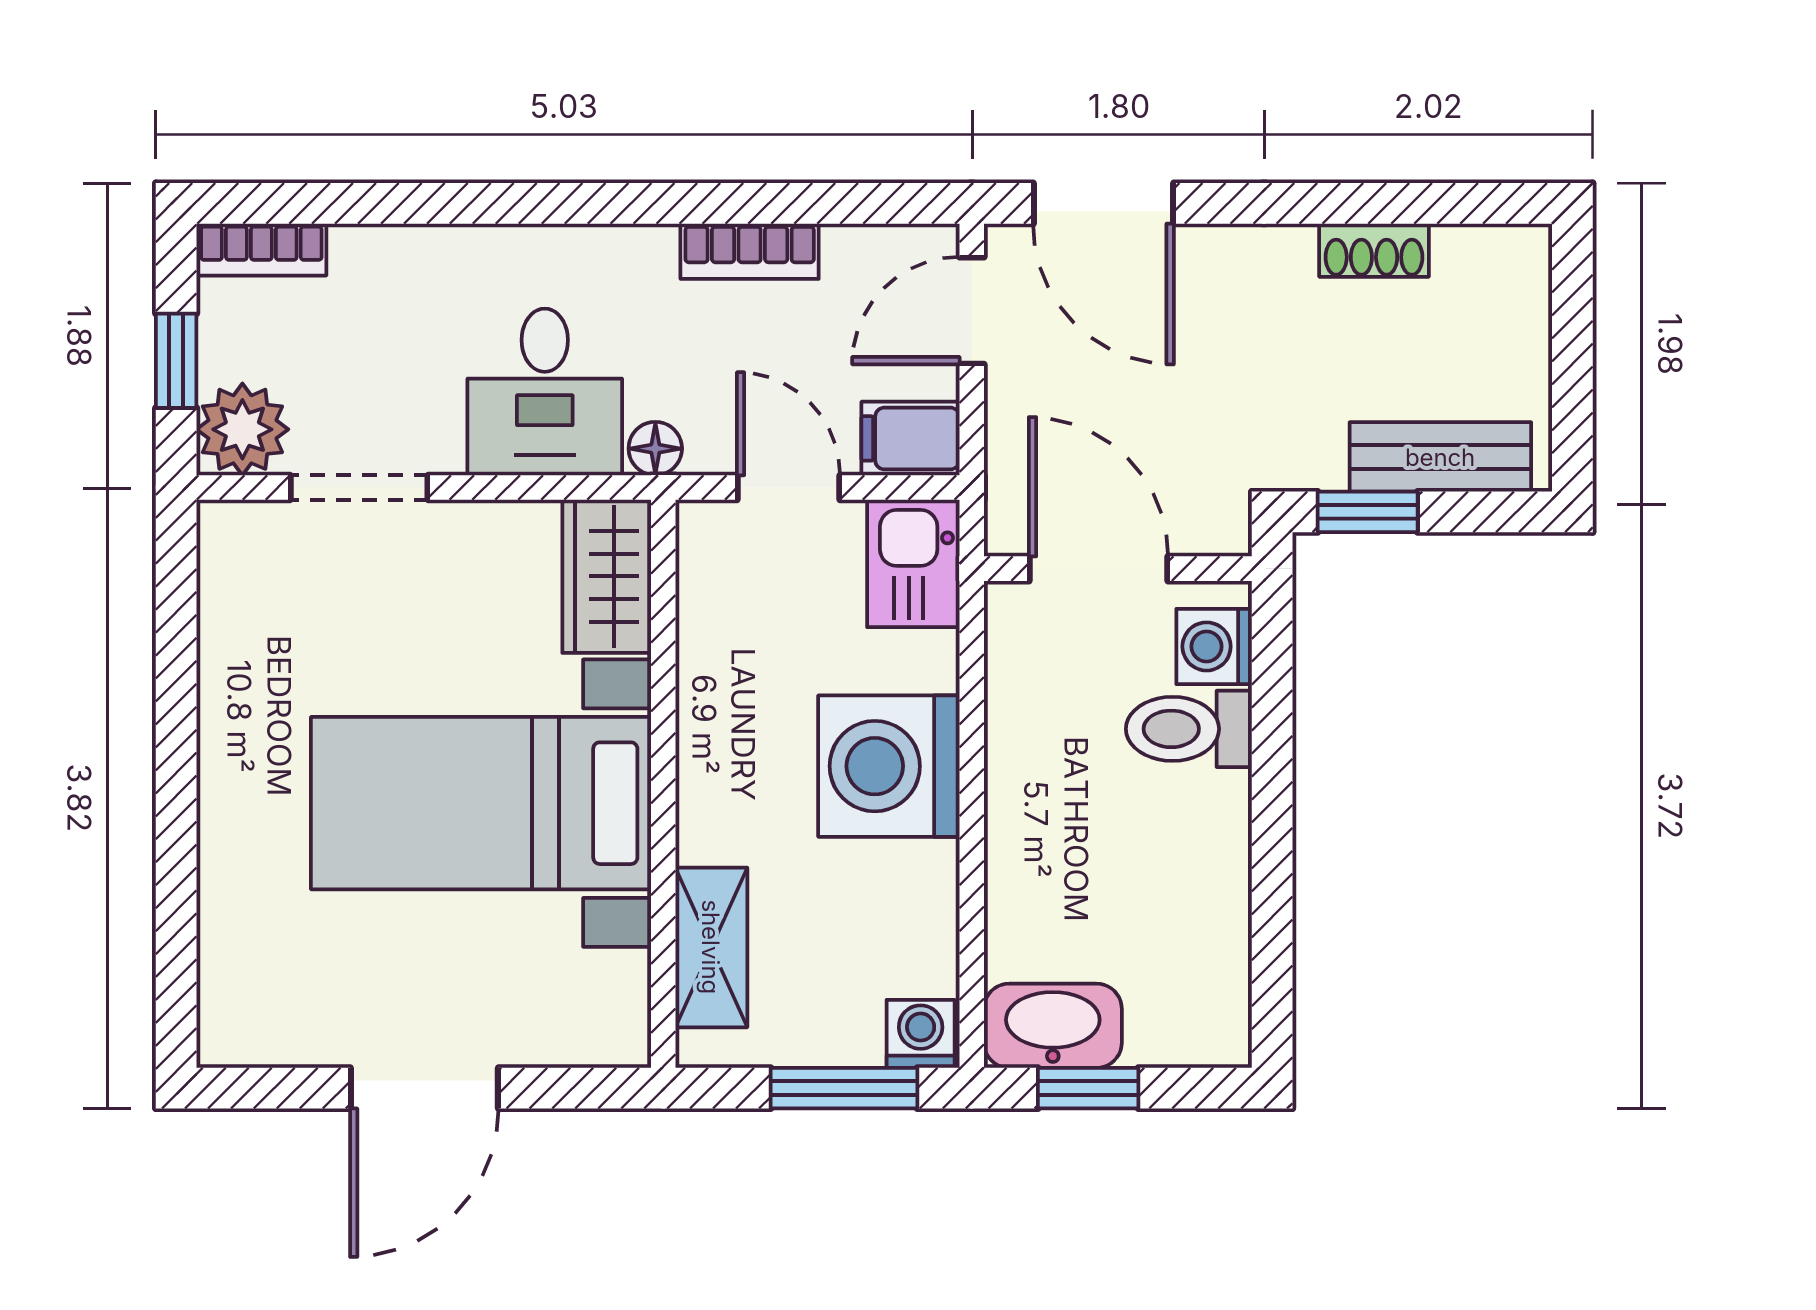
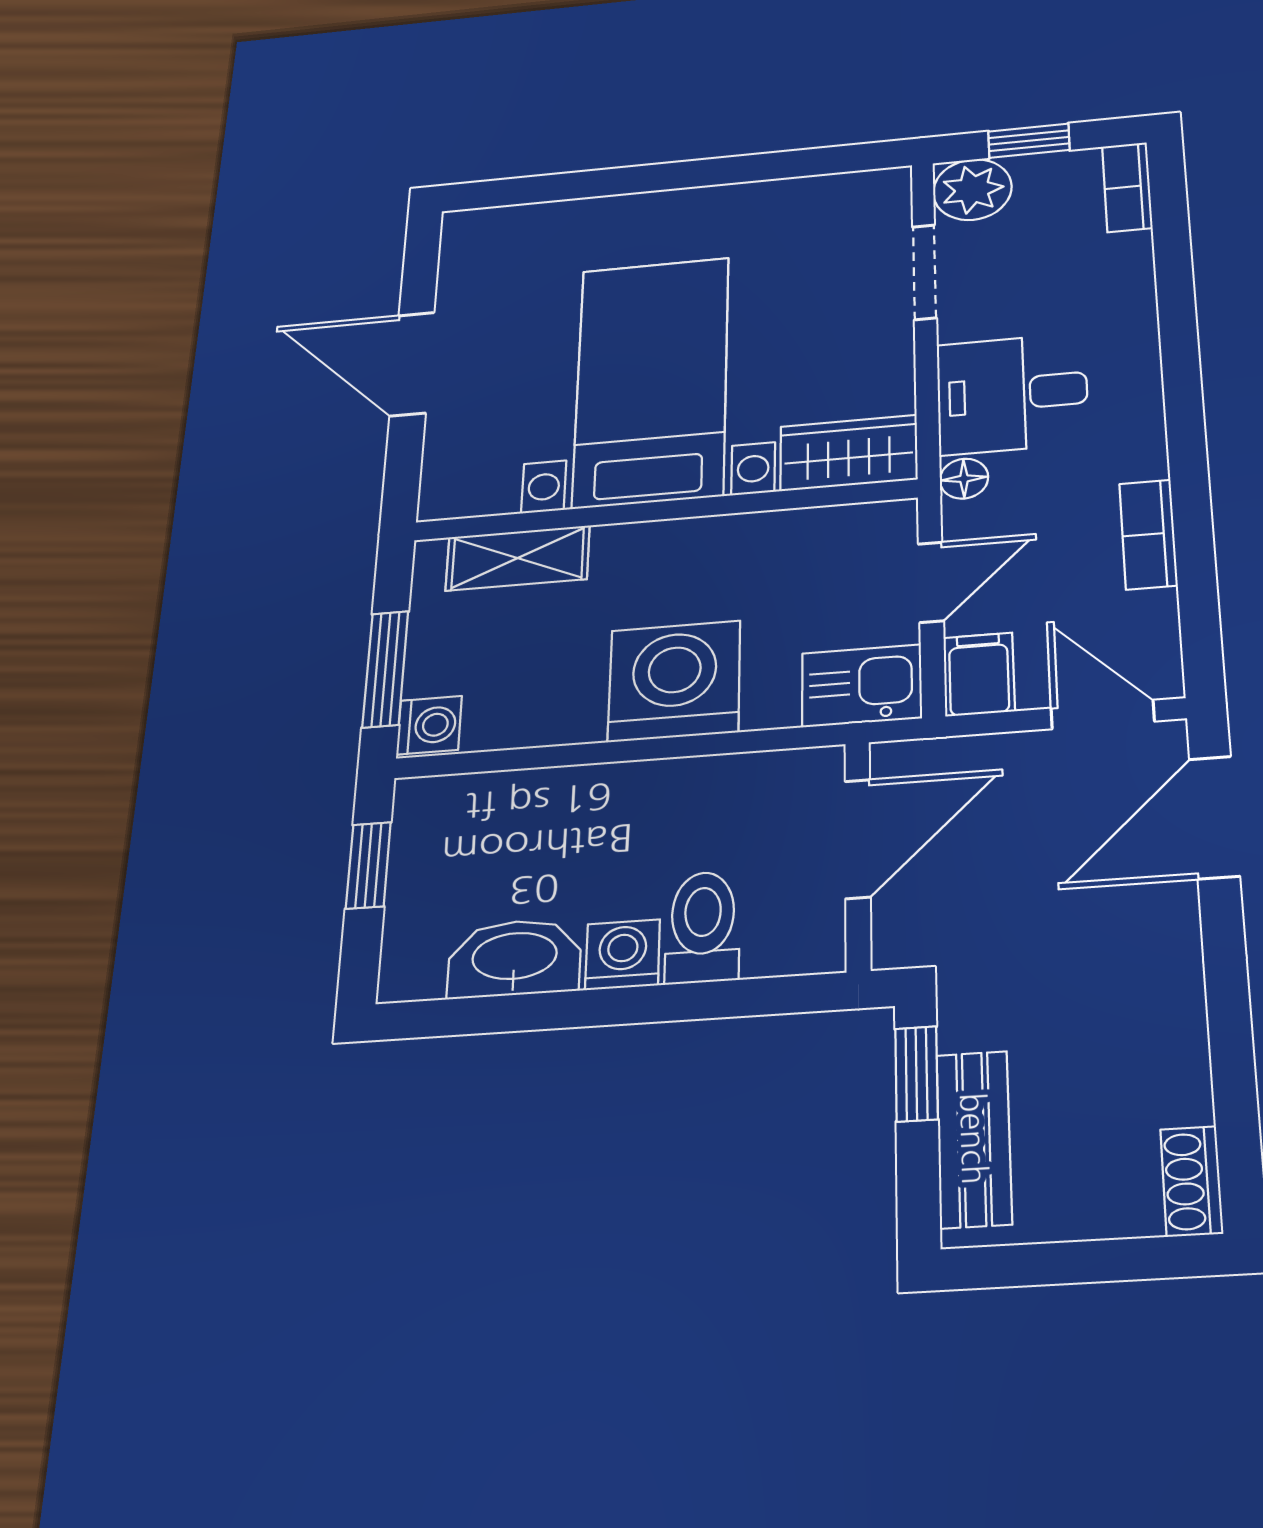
shoe rack: (1374, 250) -> (1192, 1181), moved
washing machine: (1214, 646) -> (623, 955), moved
washbasin: (1053, 1026) -> (514, 958), moved, turned -90

